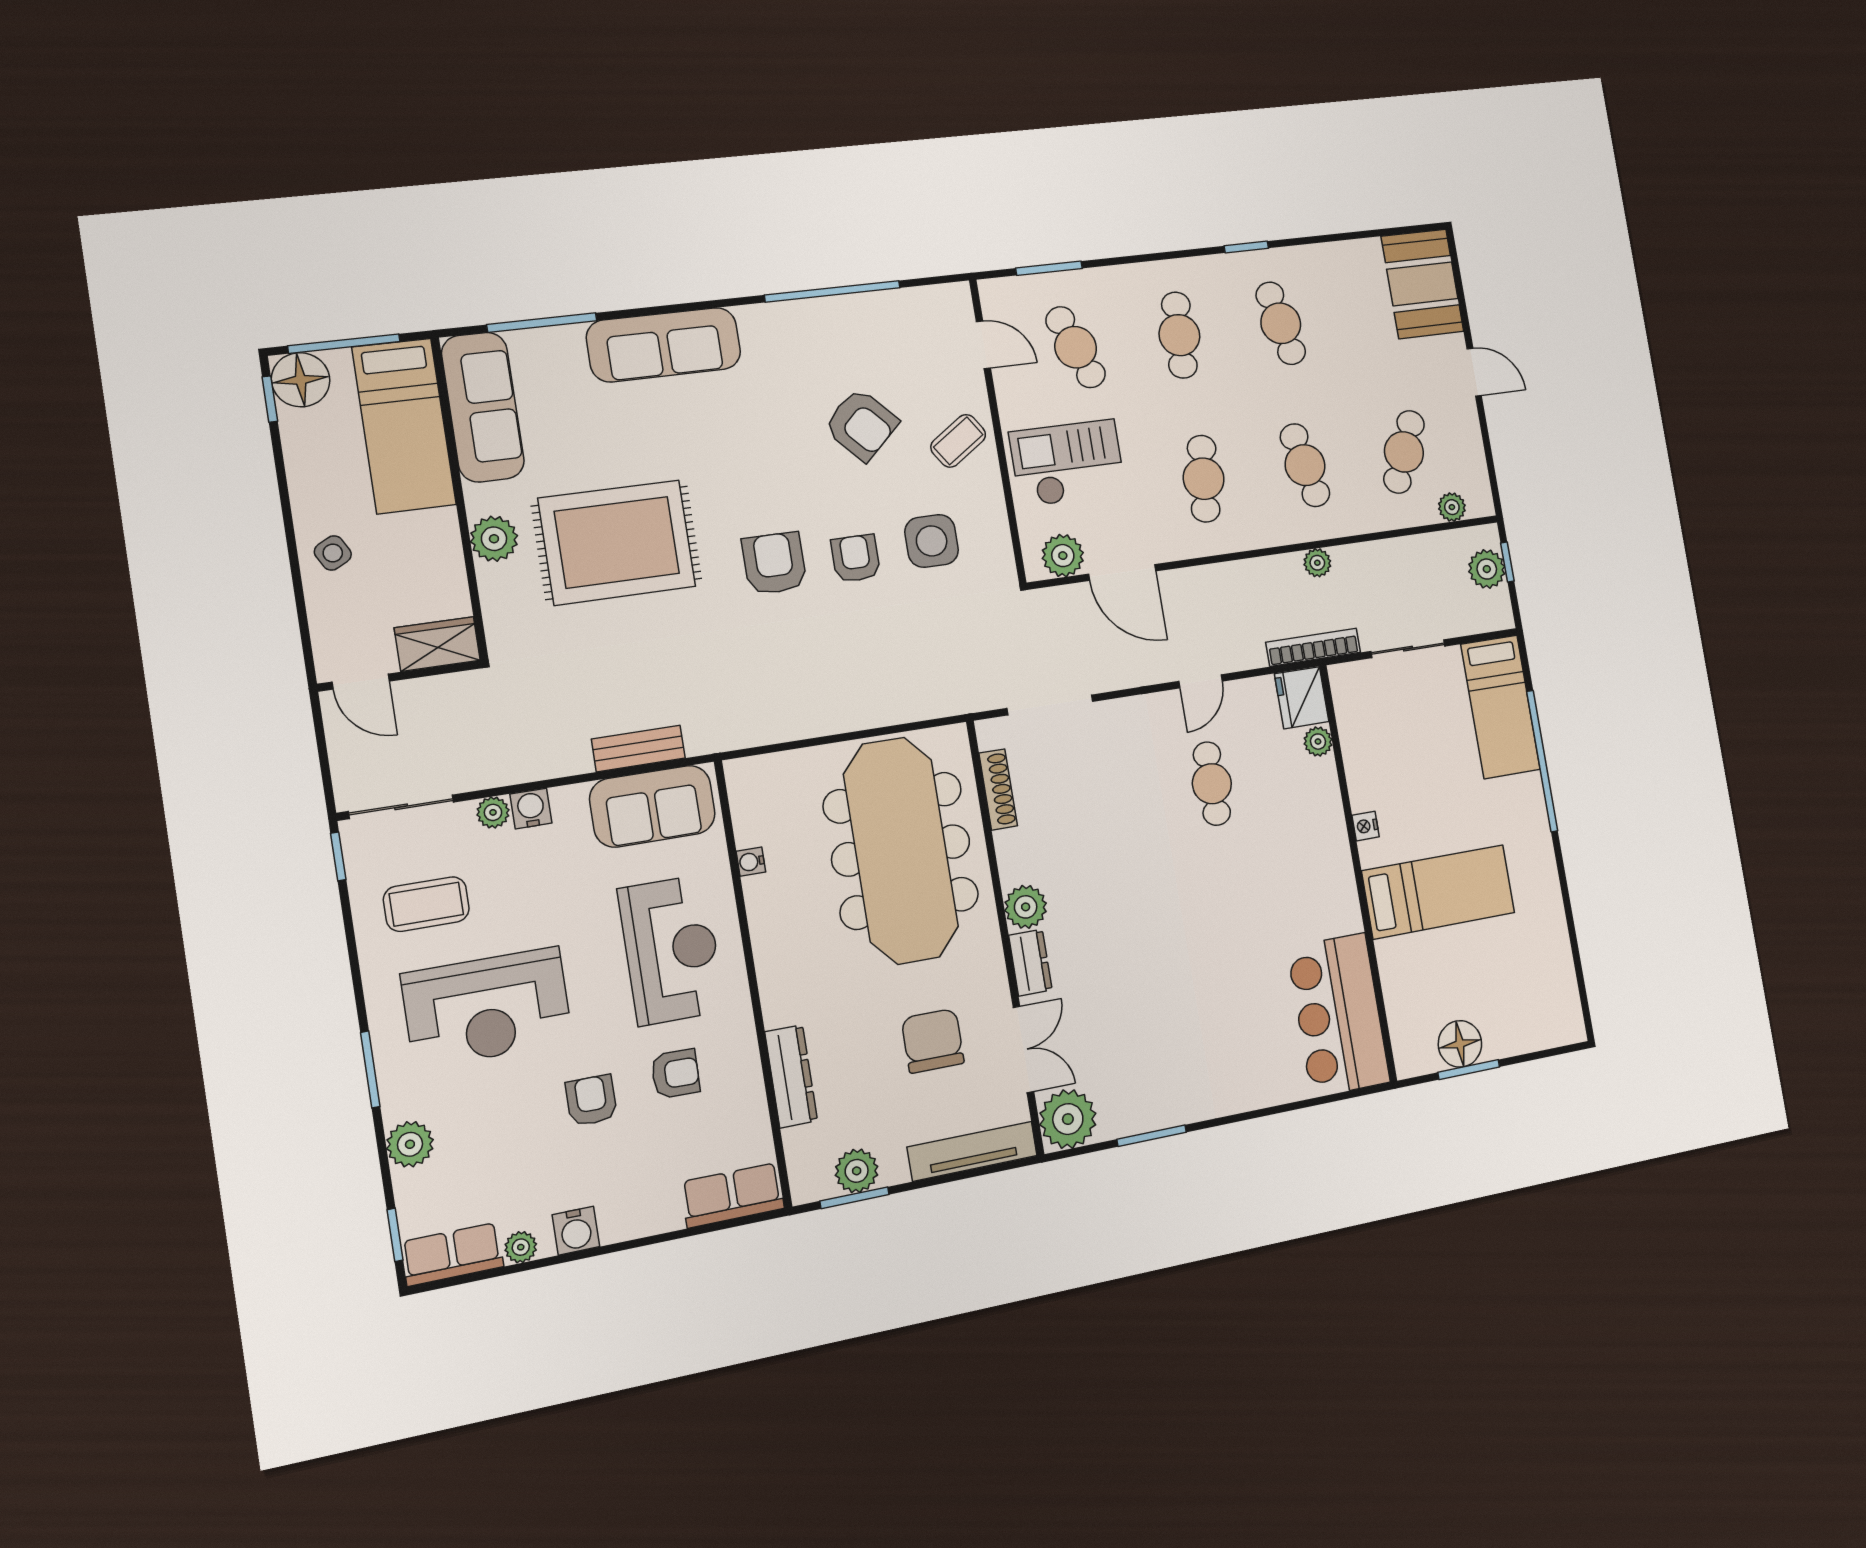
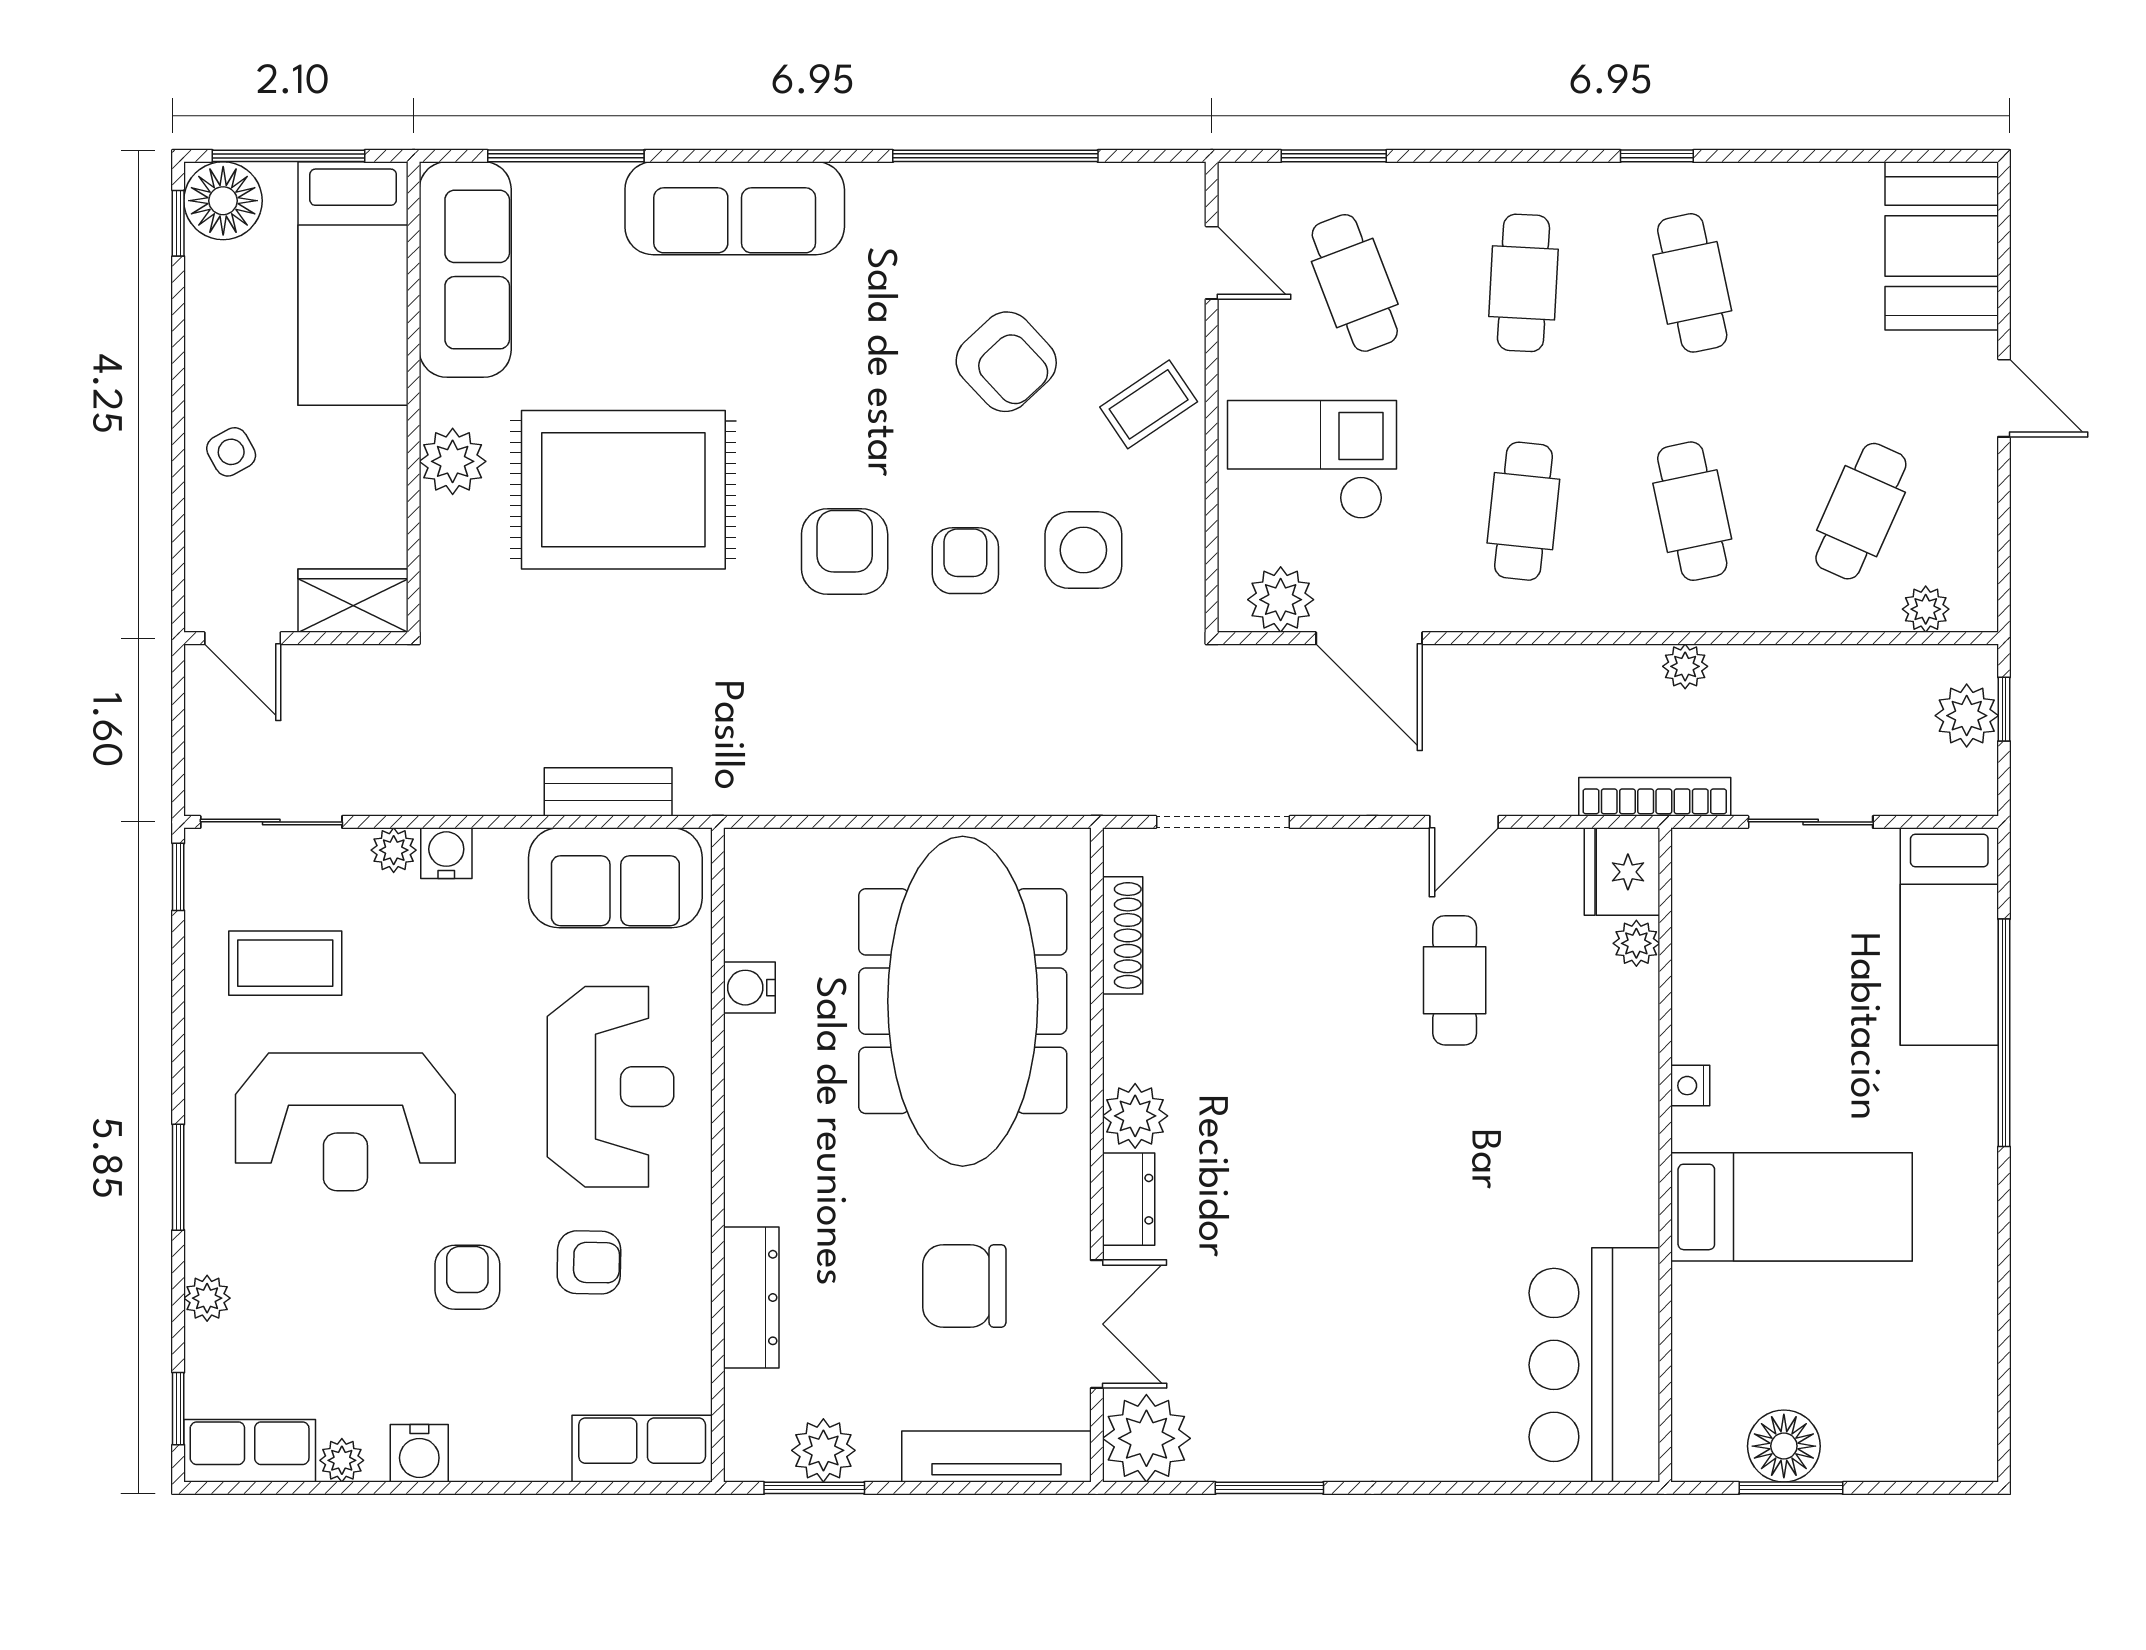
water cooler: (751, 862) -> (749, 988), width x1.38, depth x1.38
chair: (933, 1041) -> (964, 1286), turned -90
plant: (410, 1144) -> (207, 1298), width x0.73, depth x0.73

